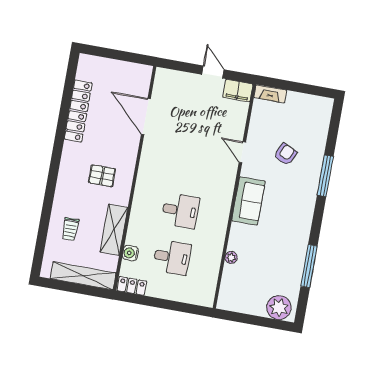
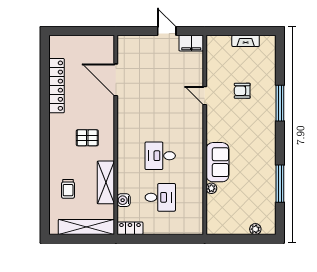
fireplace: (270, 94) -> (246, 41), moved
armchair: (285, 154) -> (242, 91), turned -115
sofa: (248, 201) -> (217, 162), moved
desk: (180, 211) -> (160, 156), turned 180
plant: (279, 308) -> (255, 229), width x0.53, depth x0.53

